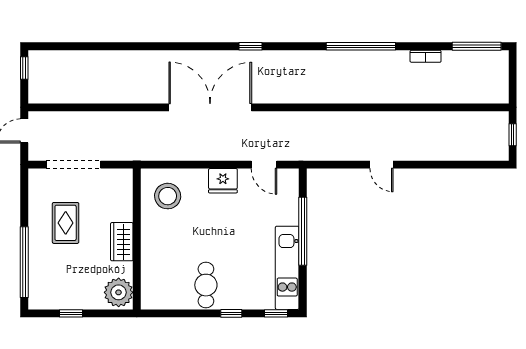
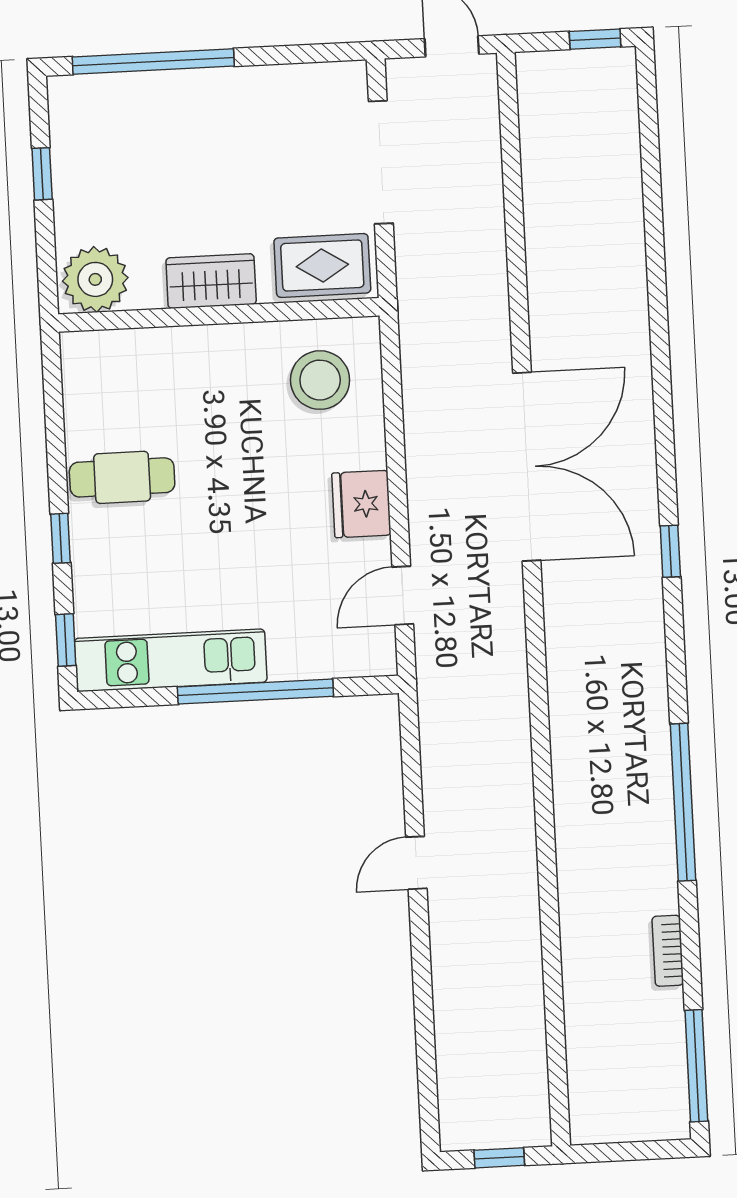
rug: (66, 223) -> (322, 265), moved

